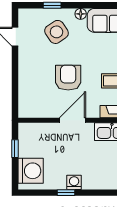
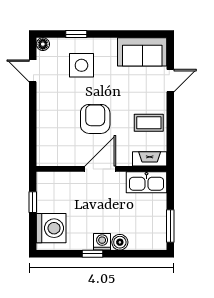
floor lamp: (81, 14) -> (43, 44), moved
side table: (56, 32) -> (81, 65), turned 34
boiler: (89, 183) -> (120, 242), added

